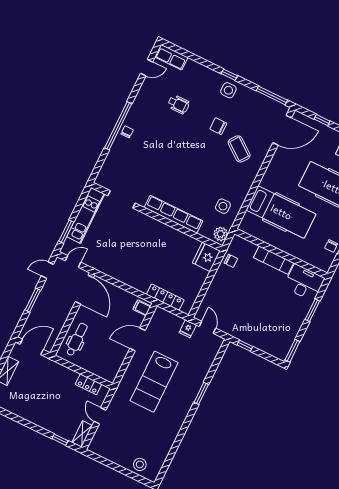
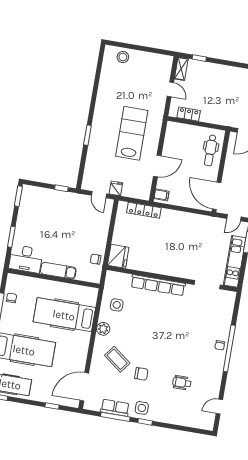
row of seats: (171, 57) -> (115, 408), moved
window: (272, 95) -> (115, 417), moved
plant: (221, 234) -> (103, 329), moved

